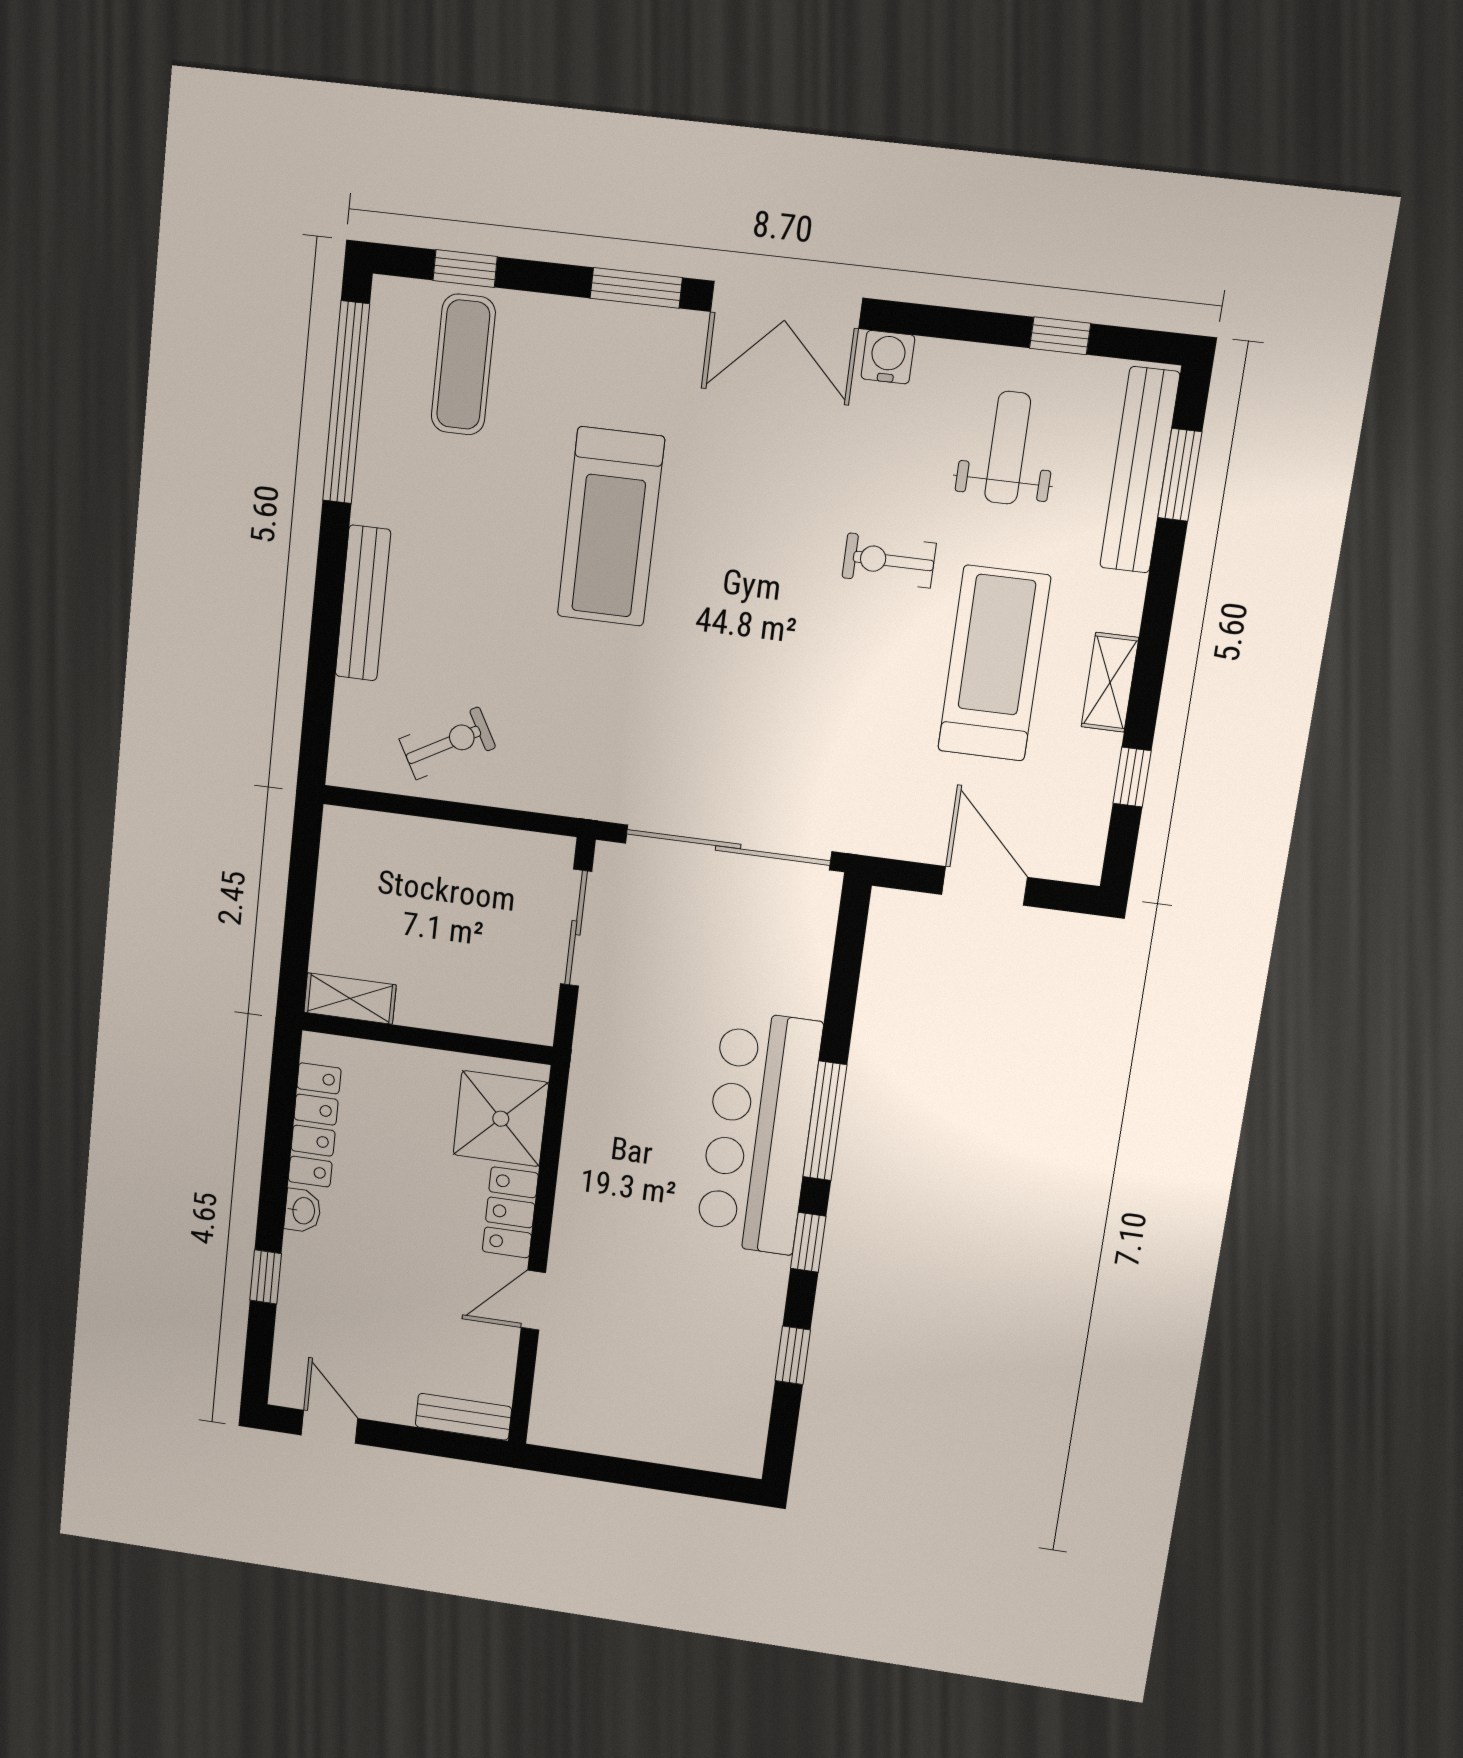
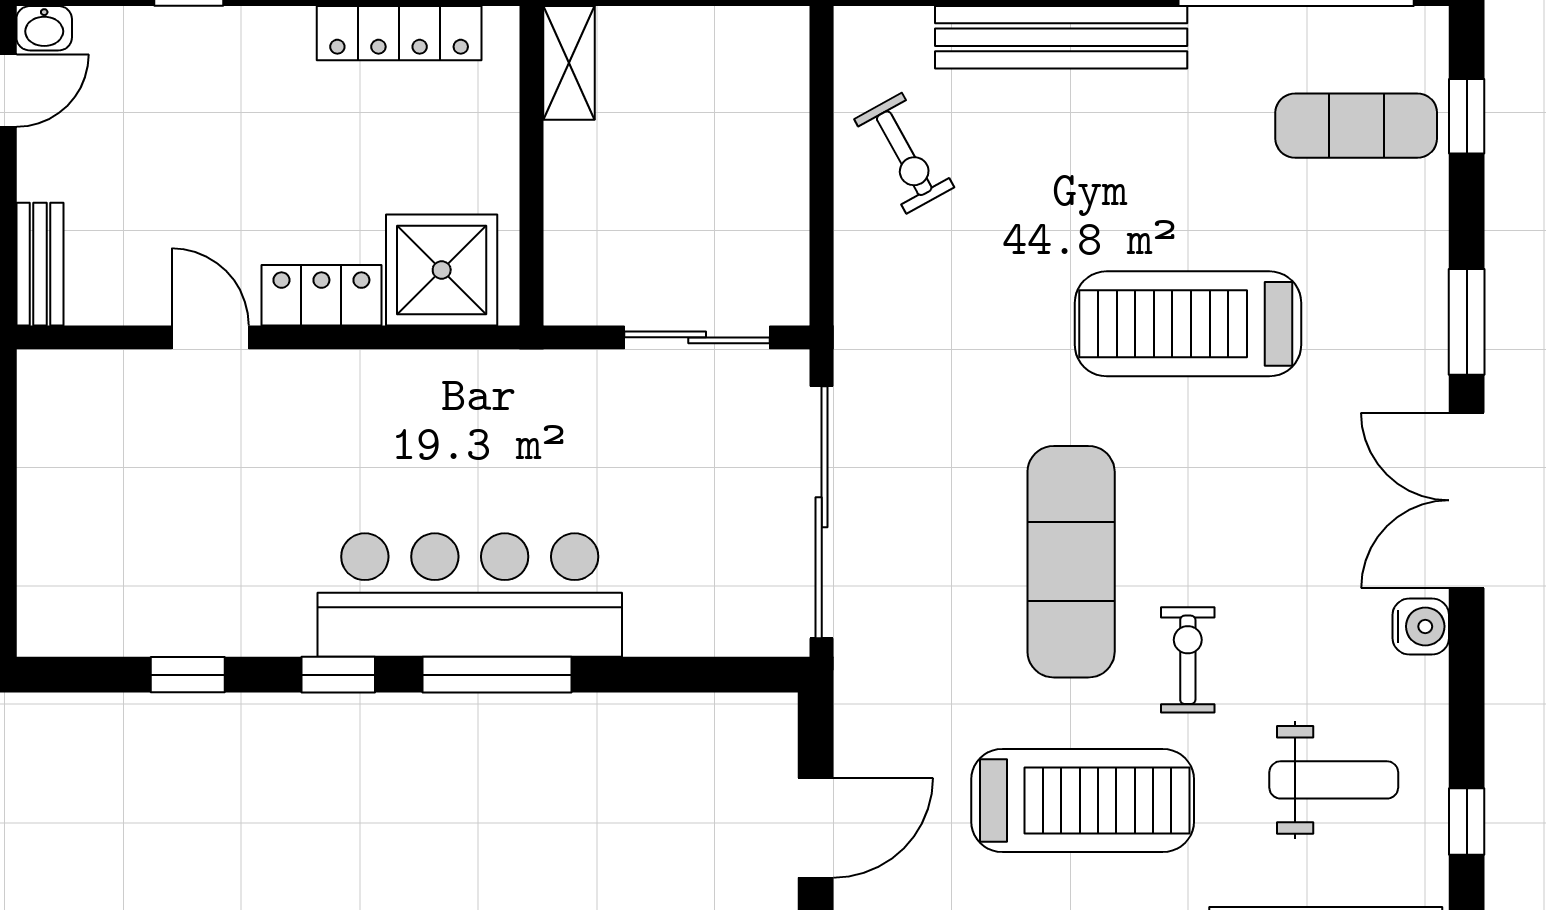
bench: (363, 603) -> (1061, 37), width x1.37, depth x1.21
exercise mat: (795, 648) -> (1071, 562), added
washbasin: (303, 1211) -> (44, 28), moved

